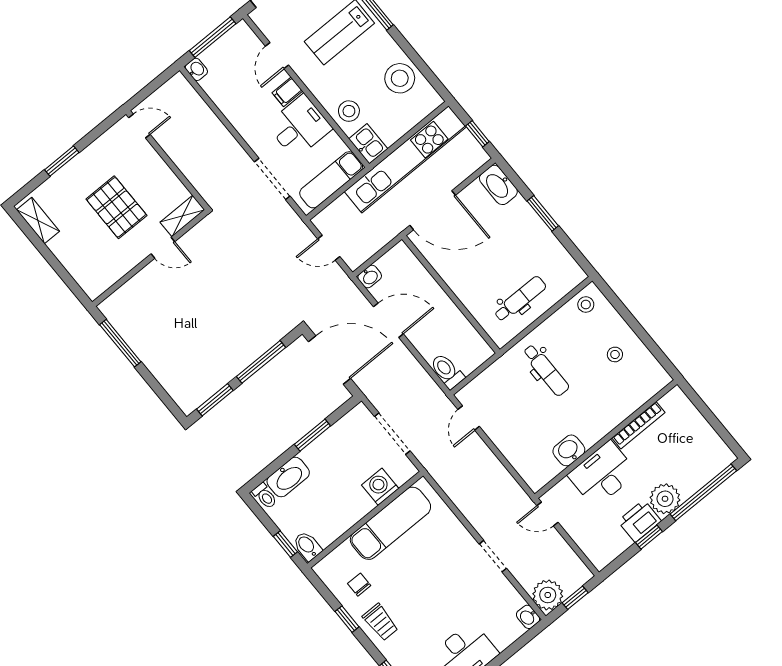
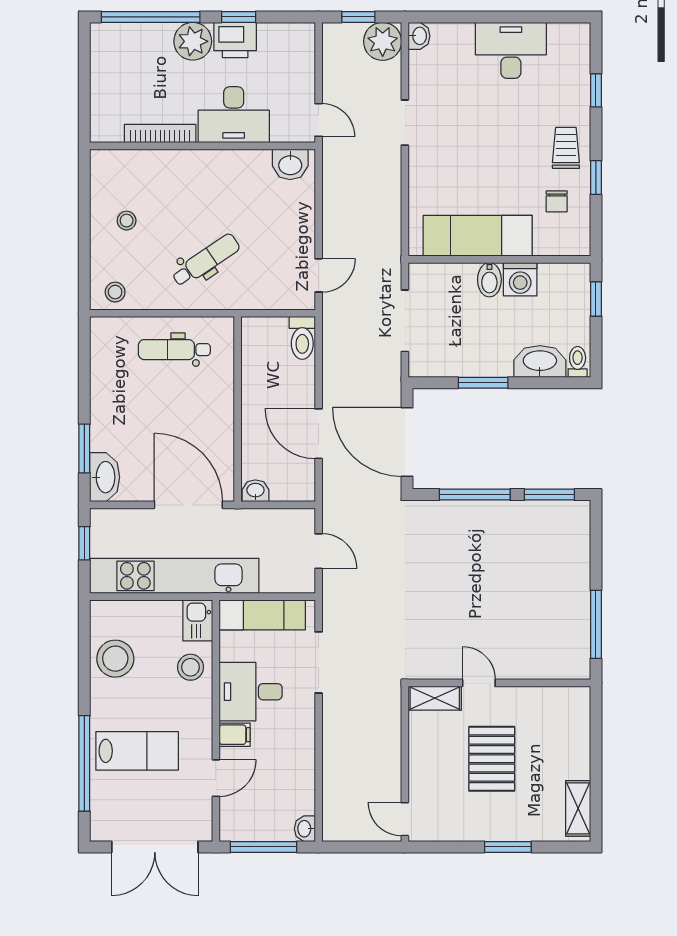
window: (543, 213) -> (84, 449), moved
washbasin: (370, 277) -> (255, 491), moved
dental chair: (546, 370) -> (206, 260), turned 56
washbasin: (569, 450) -> (290, 164), moved
washing machine: (380, 487) -> (520, 279), moved
bidet: (307, 546) -> (489, 280), moved

